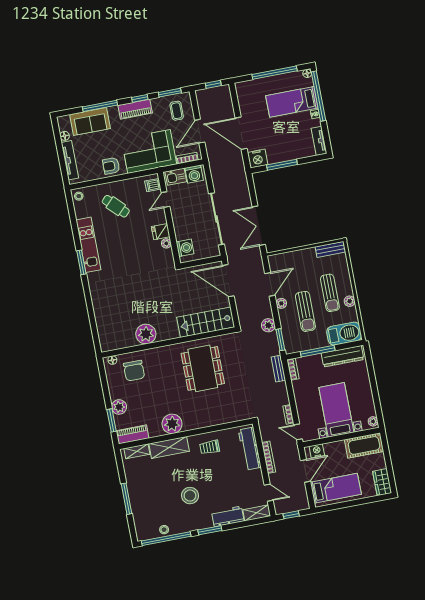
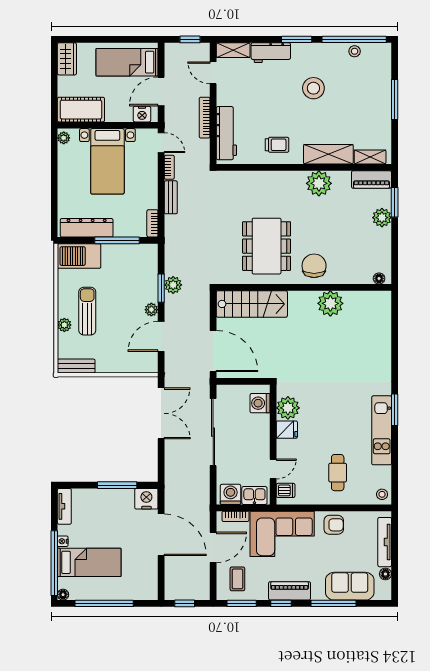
cafe table: (116, 206) -> (338, 473), turned 45
plant: (166, 243) -> (288, 408), width x1.88, depth x1.88
plant: (350, 301) -> (64, 325), moved
sun lounger: (305, 311) -> (123, 293), removed
window: (280, 340) -> (161, 288), moved
bench: (278, 369) -> (171, 197), moved
chair: (134, 371) -> (314, 266), moved

